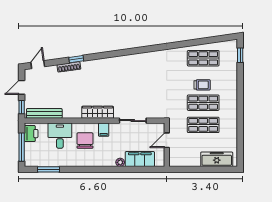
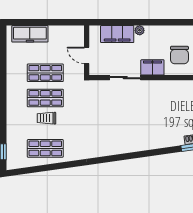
wardrobe: (98, 112) -> (165, 87), removed
filing cabinet: (104, 130) -> (152, 67), width x2.00
door: (167, 140) -> (87, 55), swing flipped

